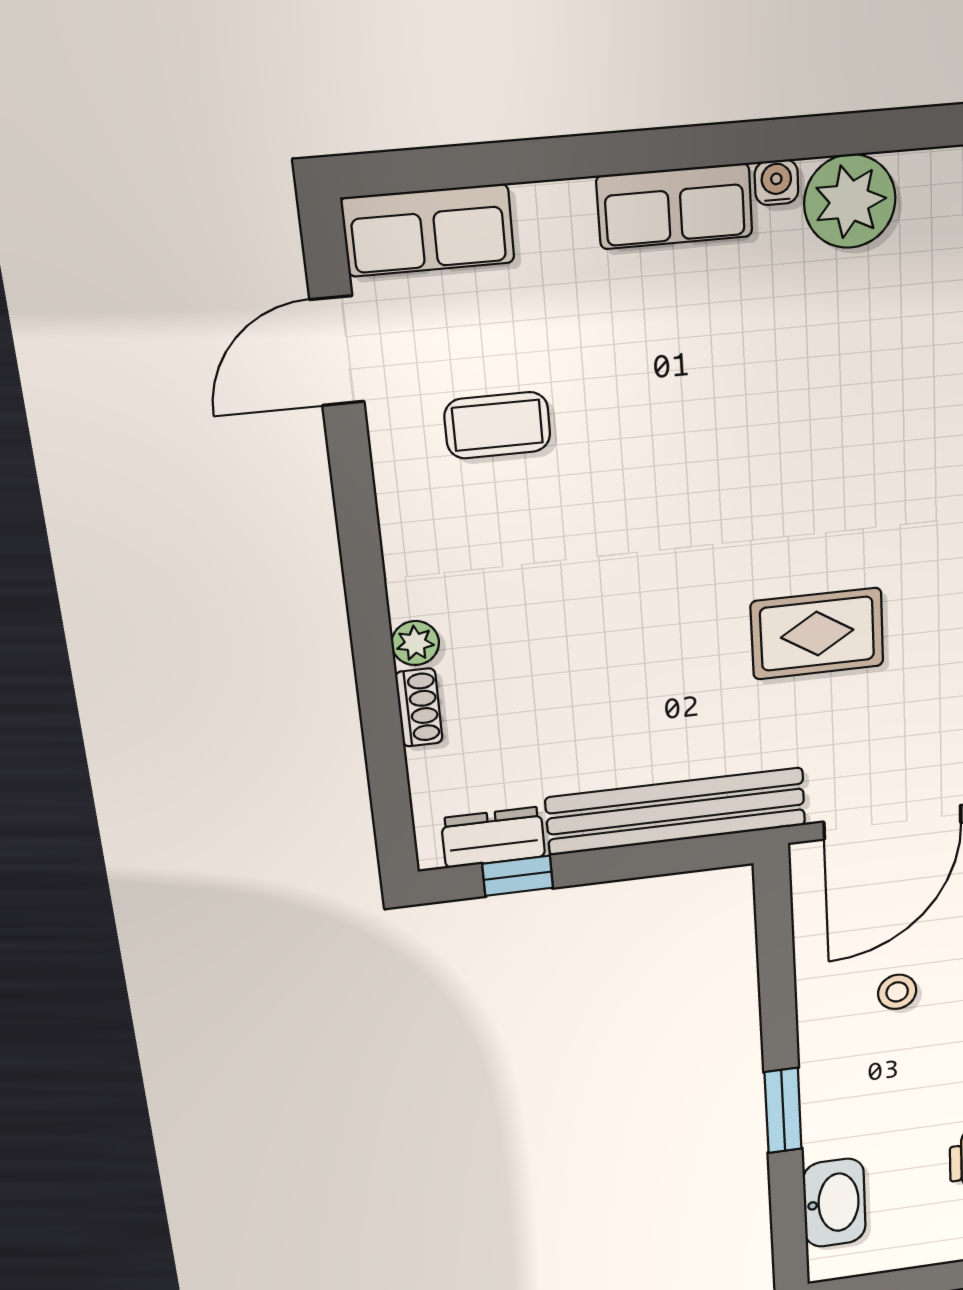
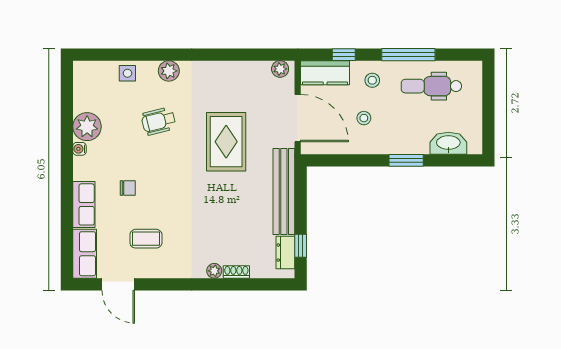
row of seats: (675, 206) -> (84, 204), moved
chair: (657, 352) -> (128, 188), added
coffee table: (497, 425) -> (146, 239), turned 90
wheelchair: (874, 427) -> (159, 121), added
rug: (817, 634) -> (226, 142), width x1.36, depth x1.43

